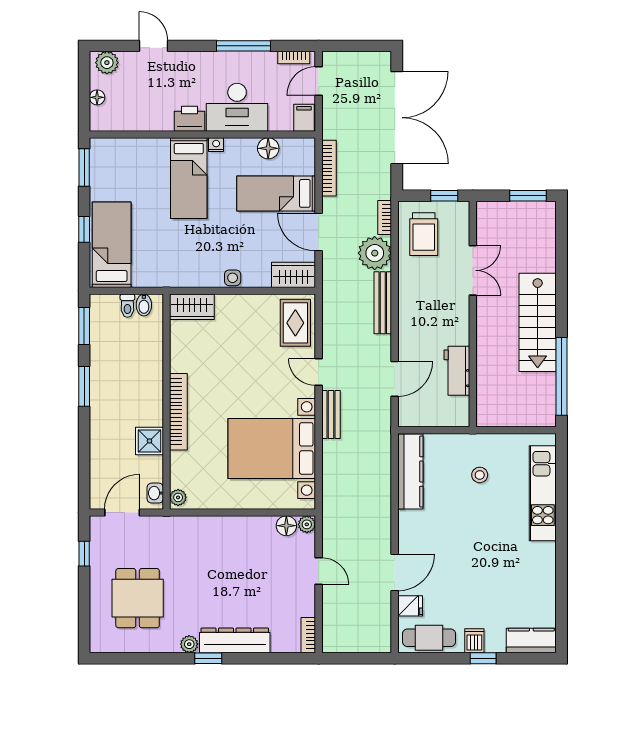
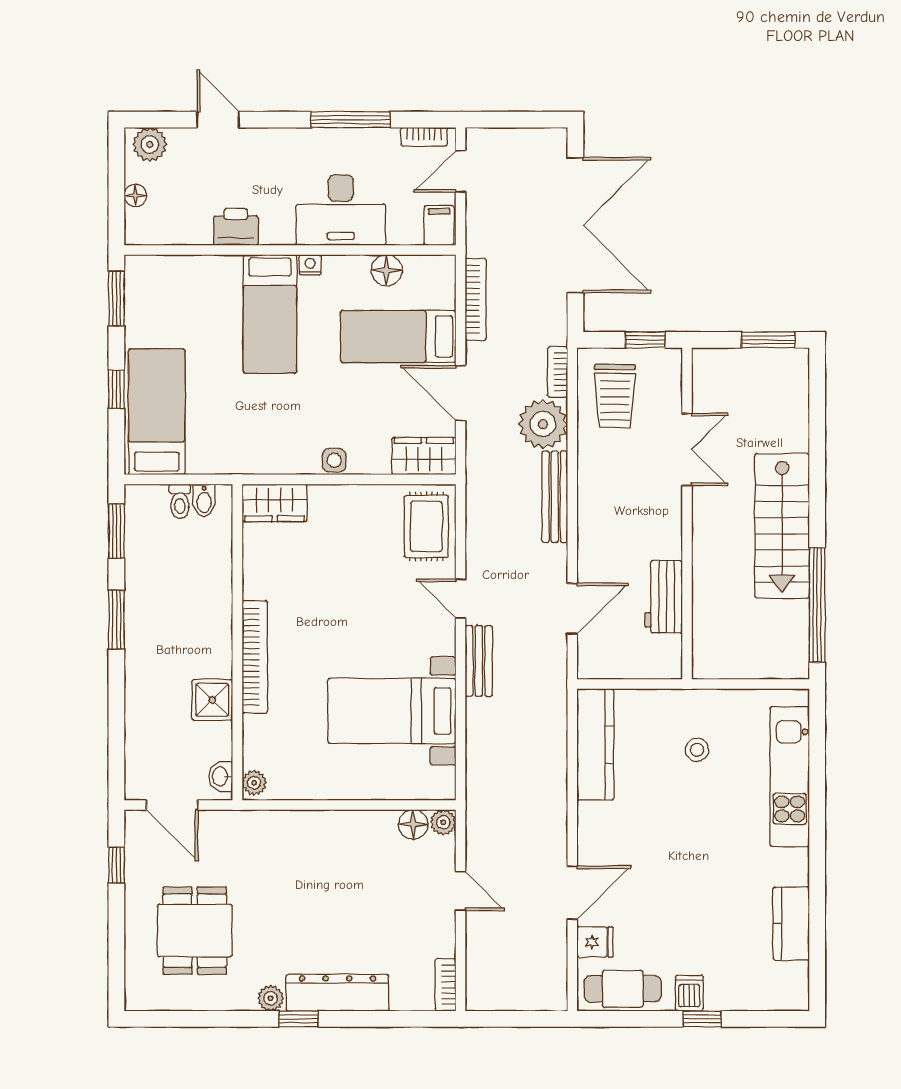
printer: (190, 119) -> (236, 227), moved
bed with nightstands: (272, 448) -> (392, 711), width x0.73
door: (122, 513) -> (172, 805), swing flipped
kitchen counter: (531, 640) -> (791, 923), moved, turned -90

